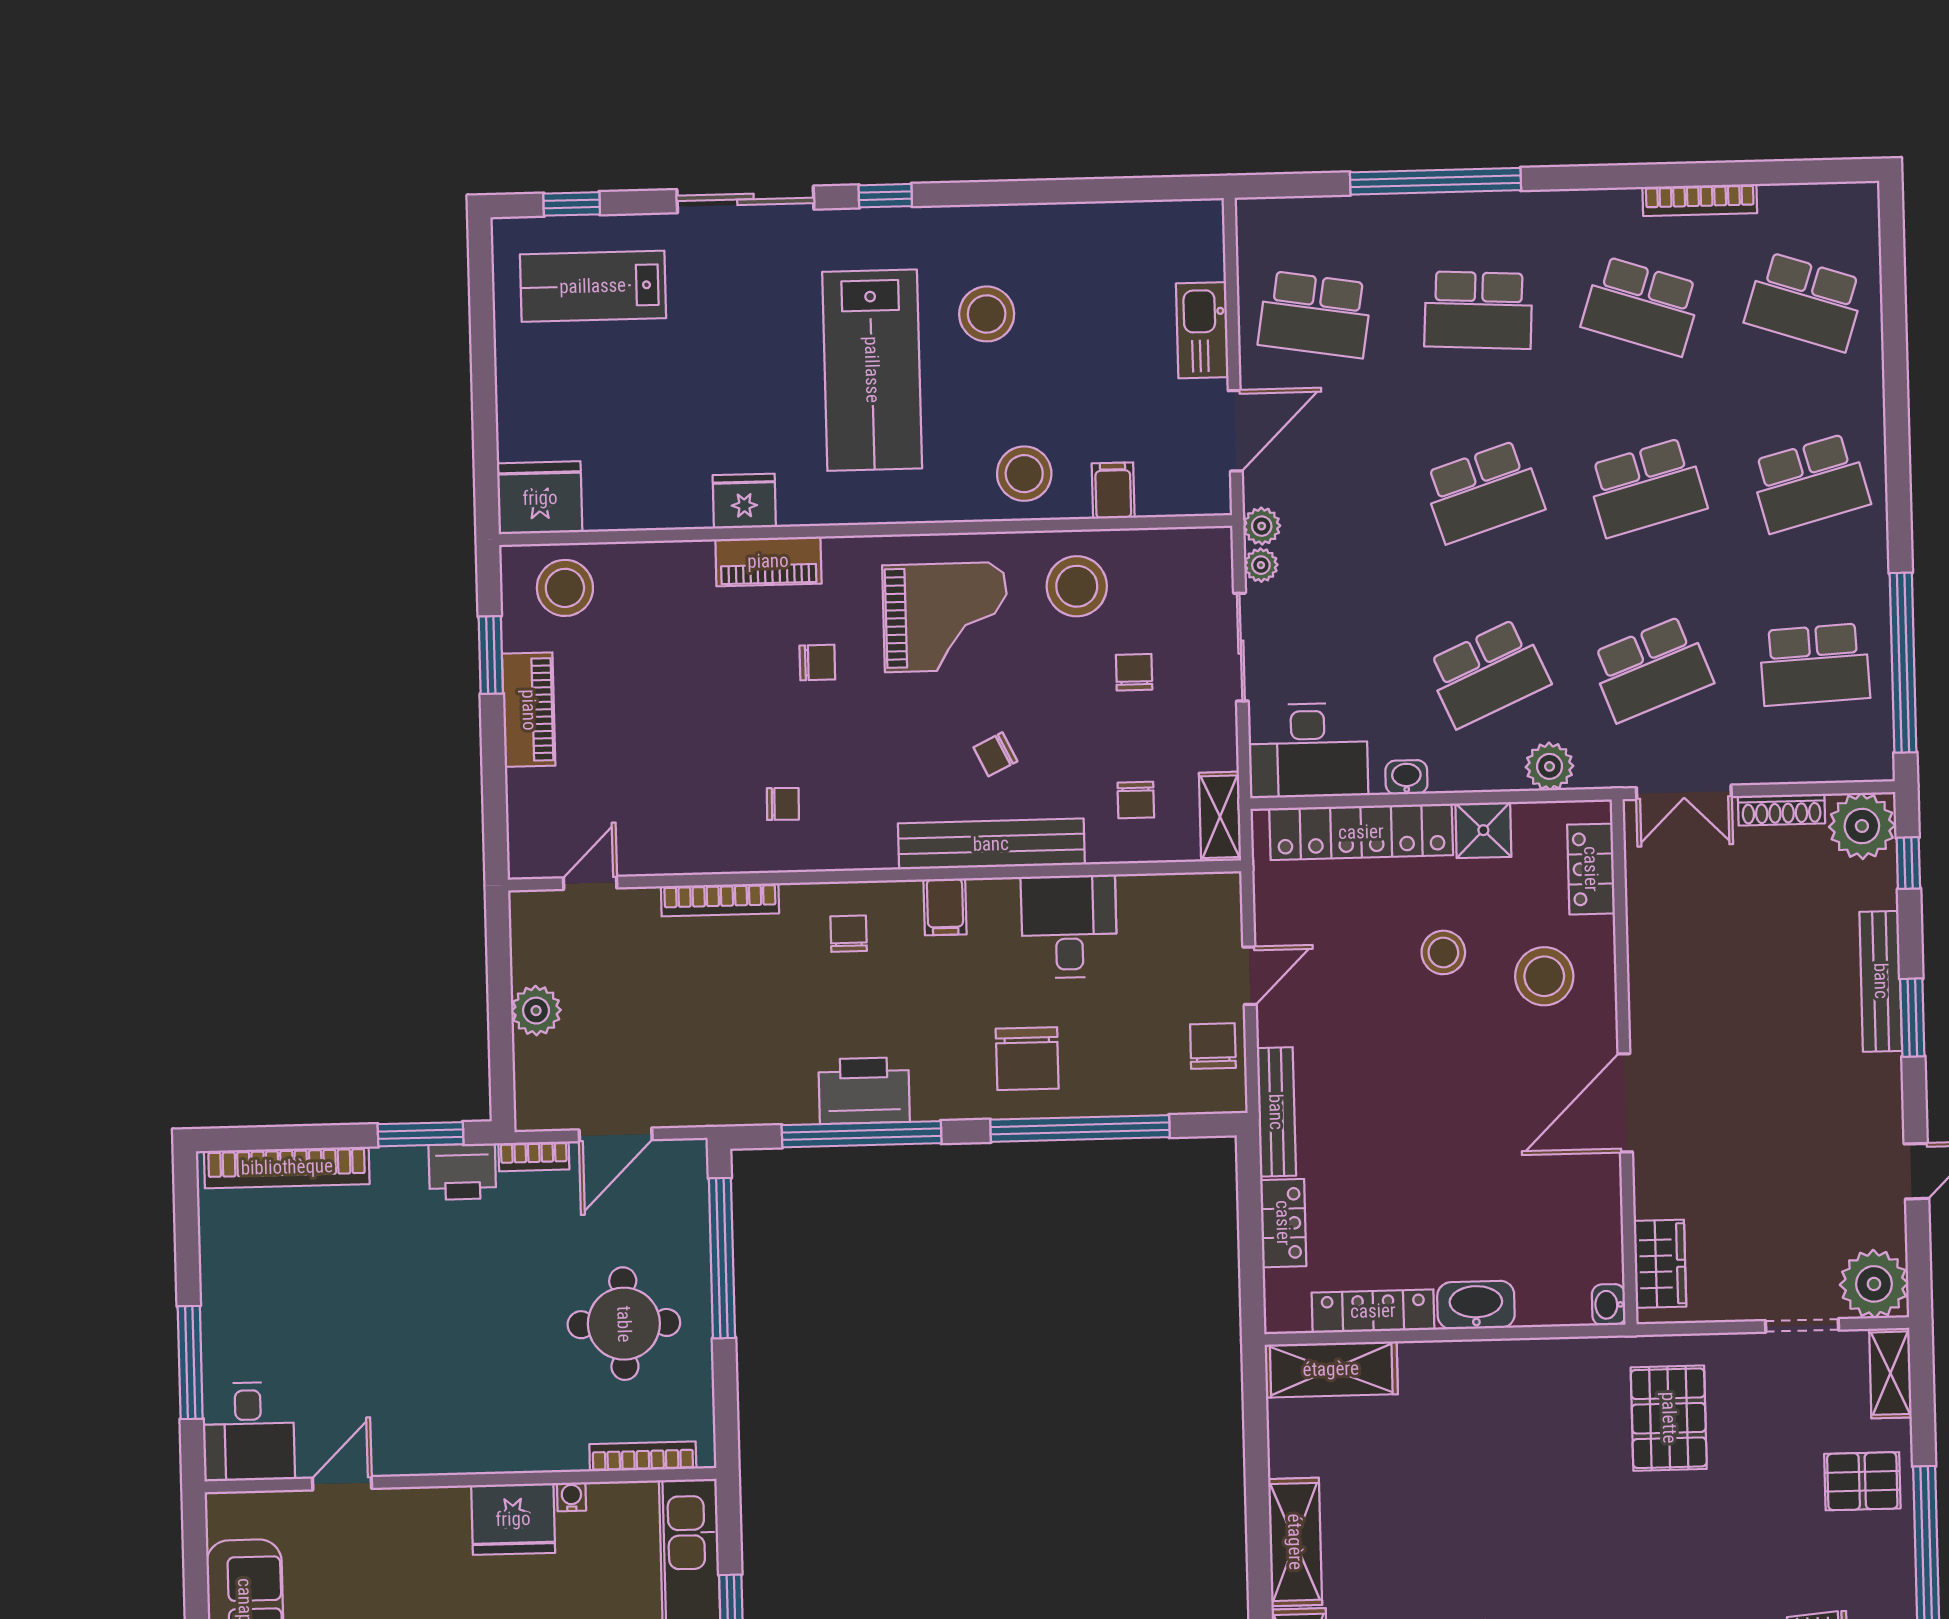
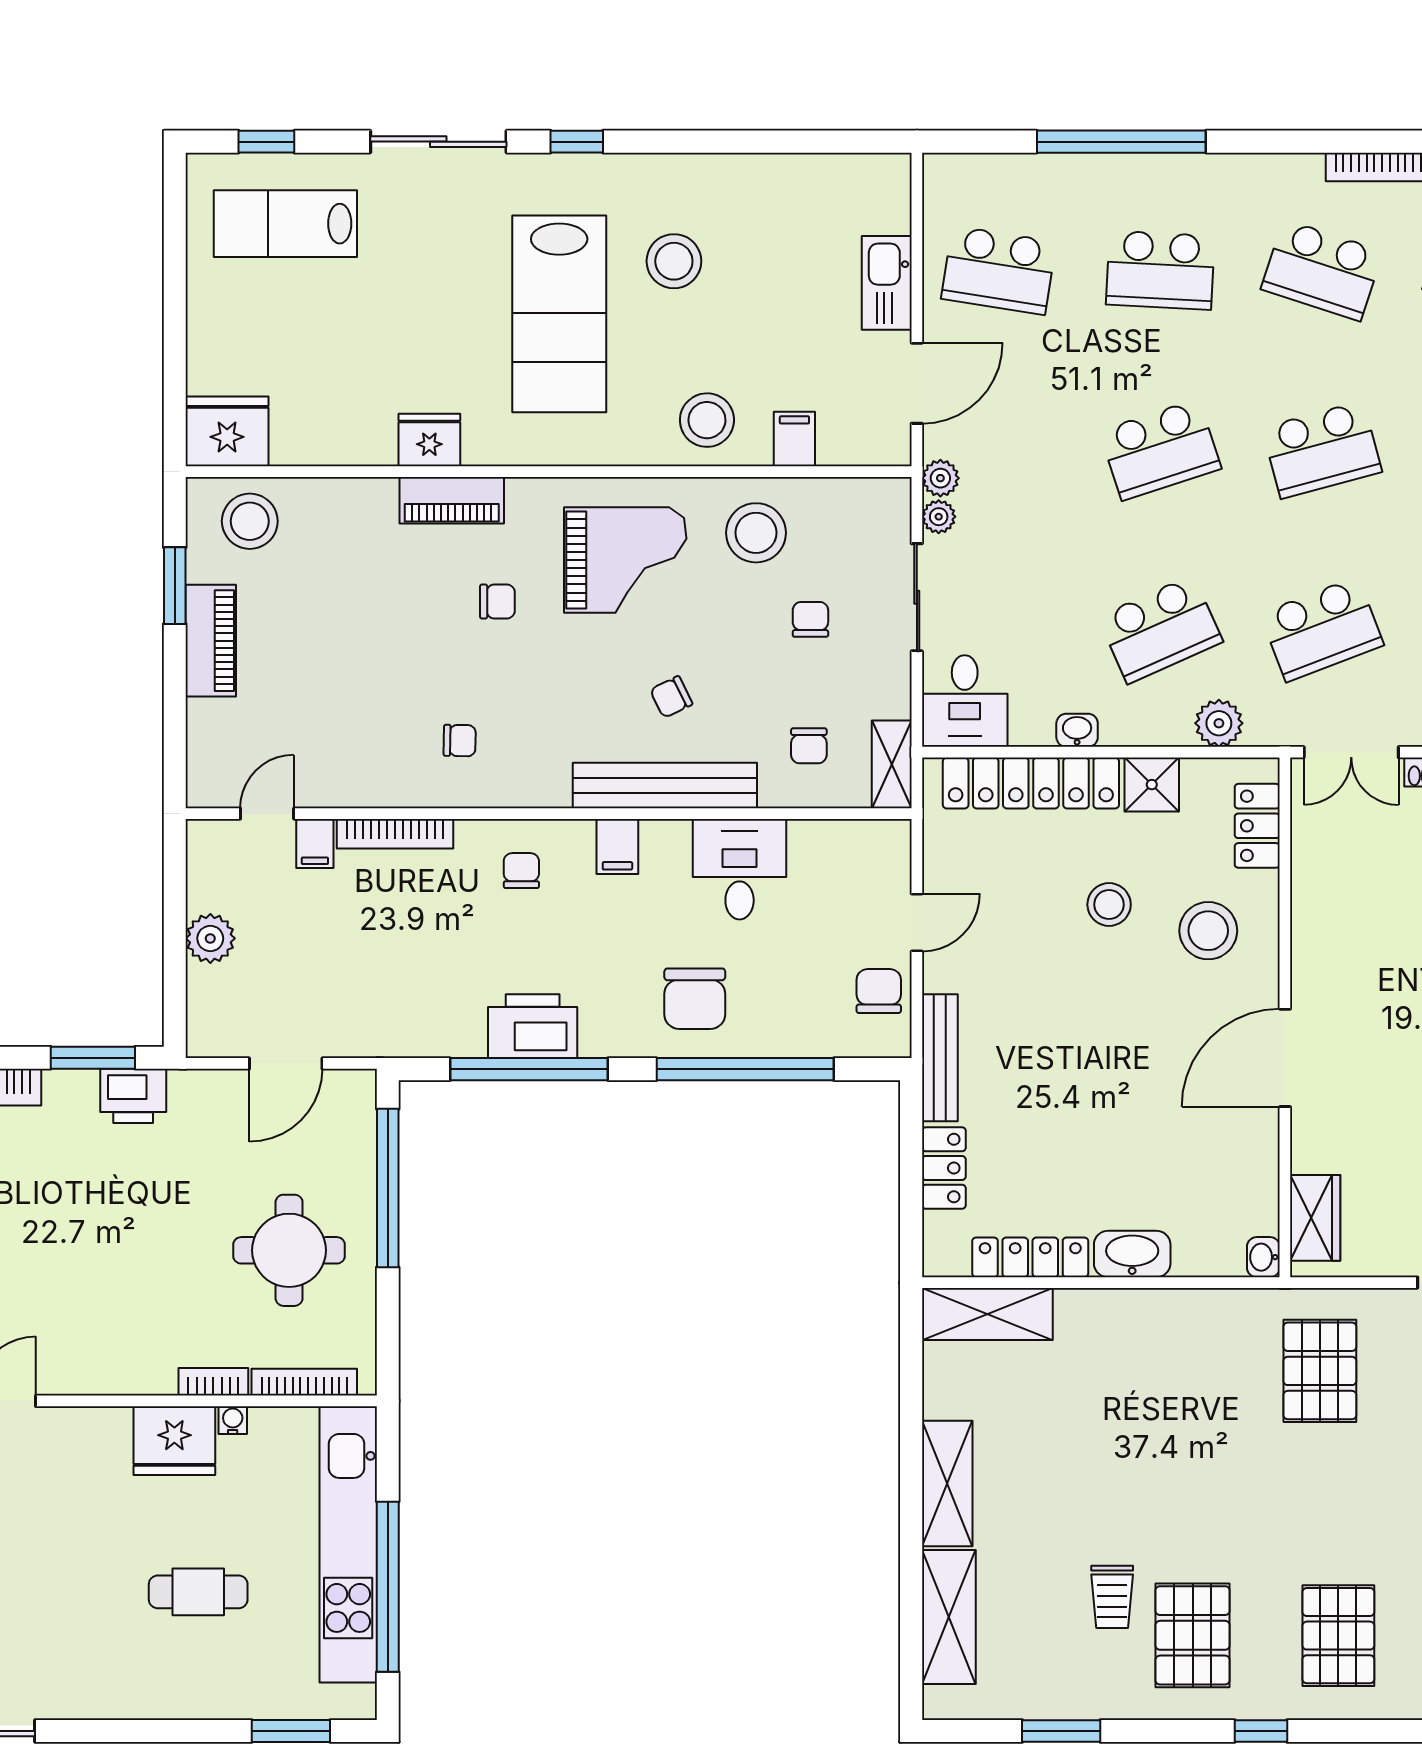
desk: (1308, 750) -> (965, 701), width x0.73
filing cabinet: (639, 912) -> (315, 844), added
bookcase: (534, 1156) -> (213, 1382), moved, turned 180

